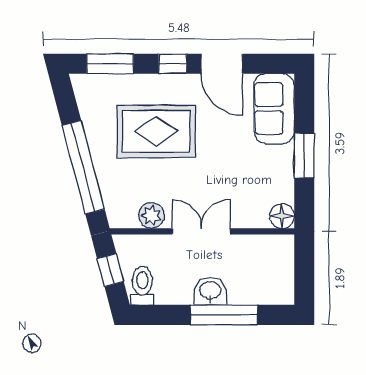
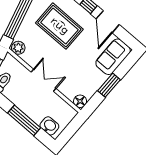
plant: (151, 216) -> (18, 48), moved
washbasin: (210, 291) -> (49, 126), moved

